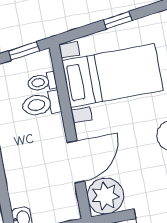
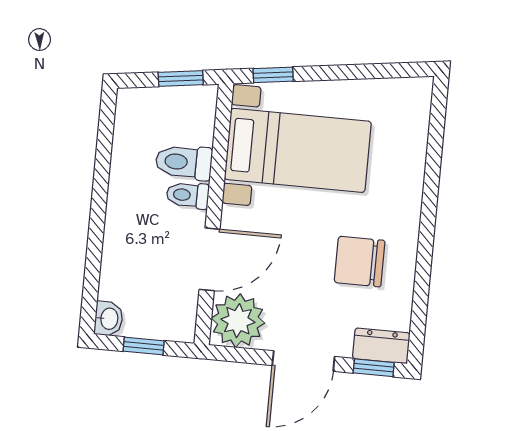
window: (118, 20) -> (273, 75), moved
toilet: (42, 82) -> (188, 195), moved

